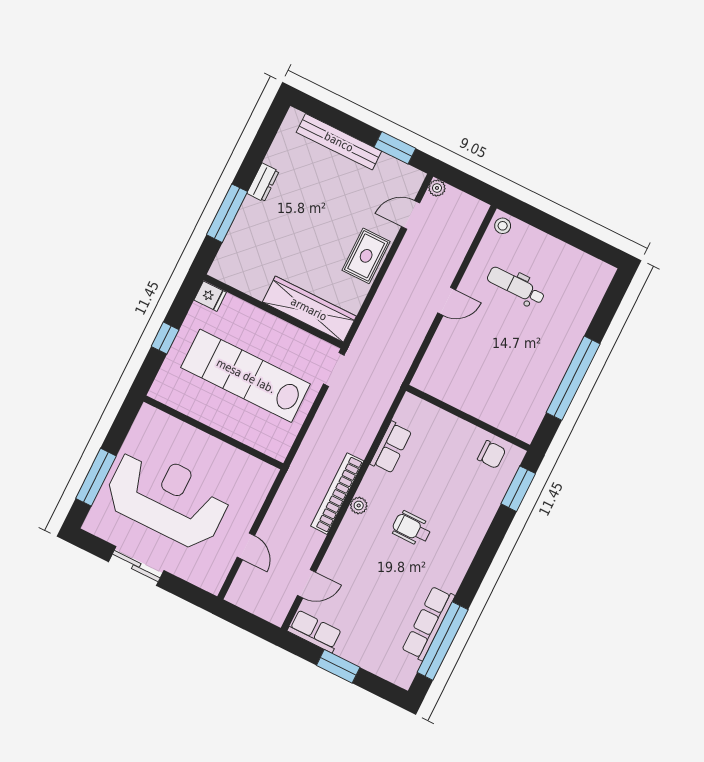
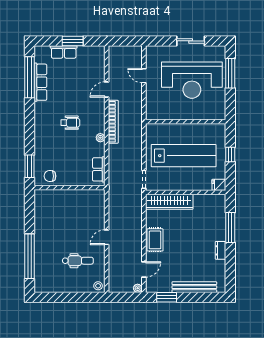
window: (573, 378) -> (30, 256), moved
row of seats: (391, 447) -> (99, 169), moved
plant: (359, 505) -> (100, 138), moved
door: (306, 584) -> (107, 89), moved
row of seats: (315, 631) -> (64, 52), moved

